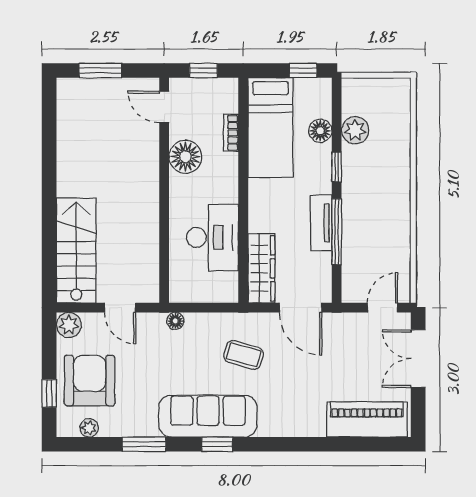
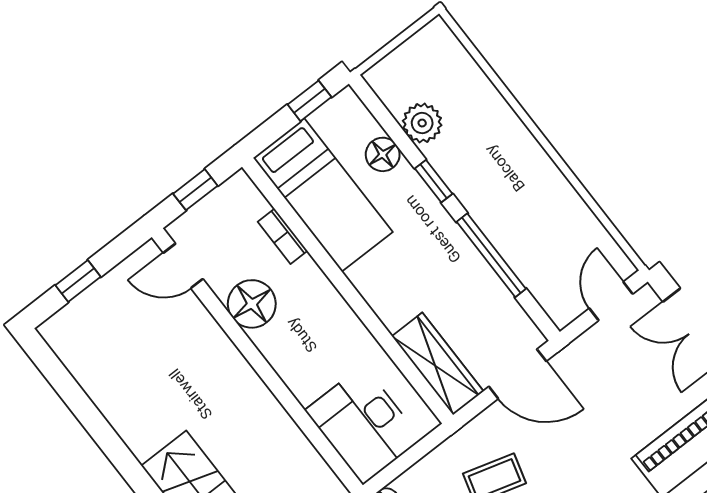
window: (100, 70) -> (78, 281), width x0.67
tv unit: (321, 223) -> (466, 259), removed
desk: (212, 237) -> (363, 425), moved, turned 180

